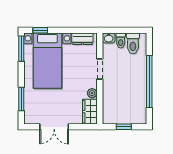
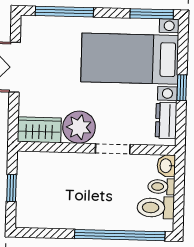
window: (40, 30) -> (182, 88), moved
window: (149, 81) -> (120, 235), moved
plant: (92, 93) -> (79, 127), width x1.88, depth x1.88
window: (21, 99) -> (64, 12), width x1.44

